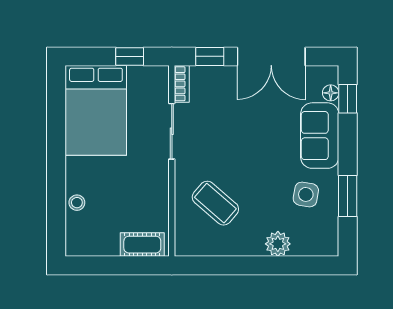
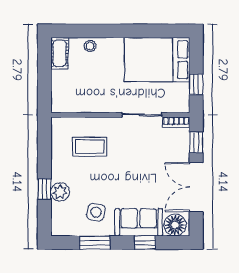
floor lamp: (331, 93) -> (175, 225), width x1.89, depth x1.89
window: (348, 99) -> (145, 243), moved
coffee table: (215, 203) -> (90, 147), turned 49
cot: (142, 245) -> (60, 53), moved
window: (274, 265) -> (44, 189), added

